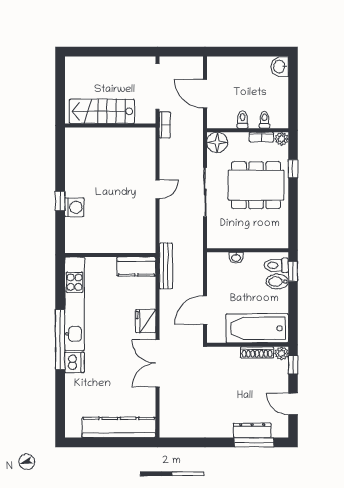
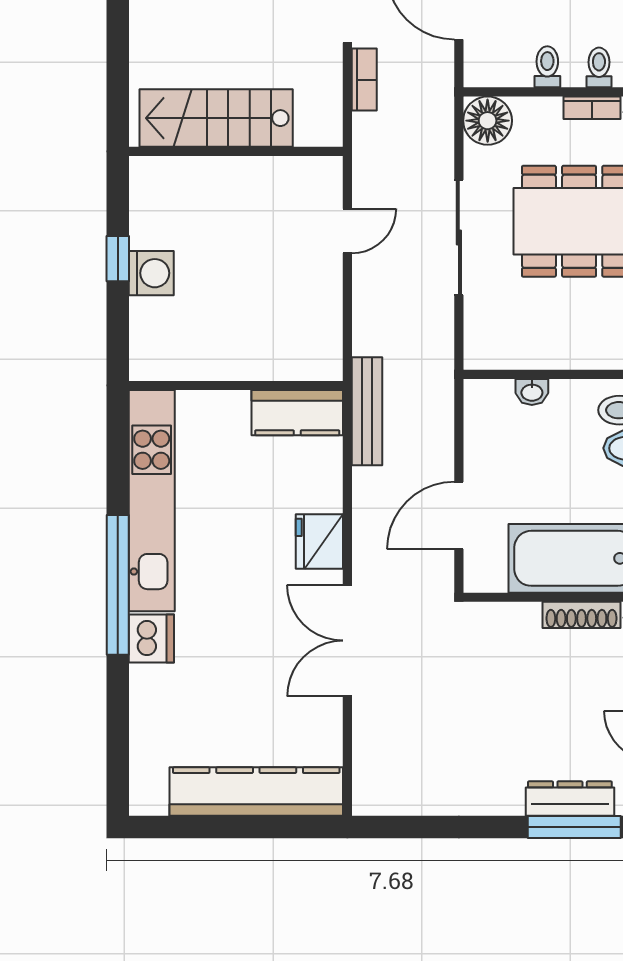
stairs: (102, 111) -> (216, 118), moved
wall: (110, 125) -> (236, 151), moved

